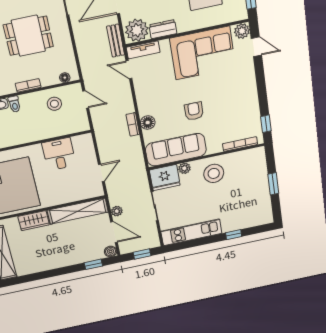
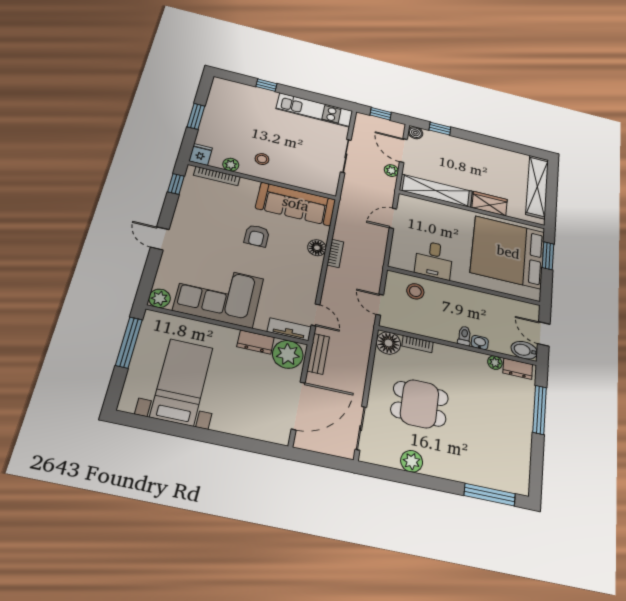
door: (256, 47) -> (160, 238), moved
floor lamp: (65, 78) -> (389, 343), width x1.89, depth x1.89
bookcase: (28, 85) -> (417, 344), moved
stool: (54, 104) -> (415, 291), moved
plant: (184, 168) -> (231, 165), moved
stool: (214, 173) -> (262, 159), width x0.53, depth x0.53
fridge: (165, 178) -> (201, 154), moved, width x0.53, depth x0.75

